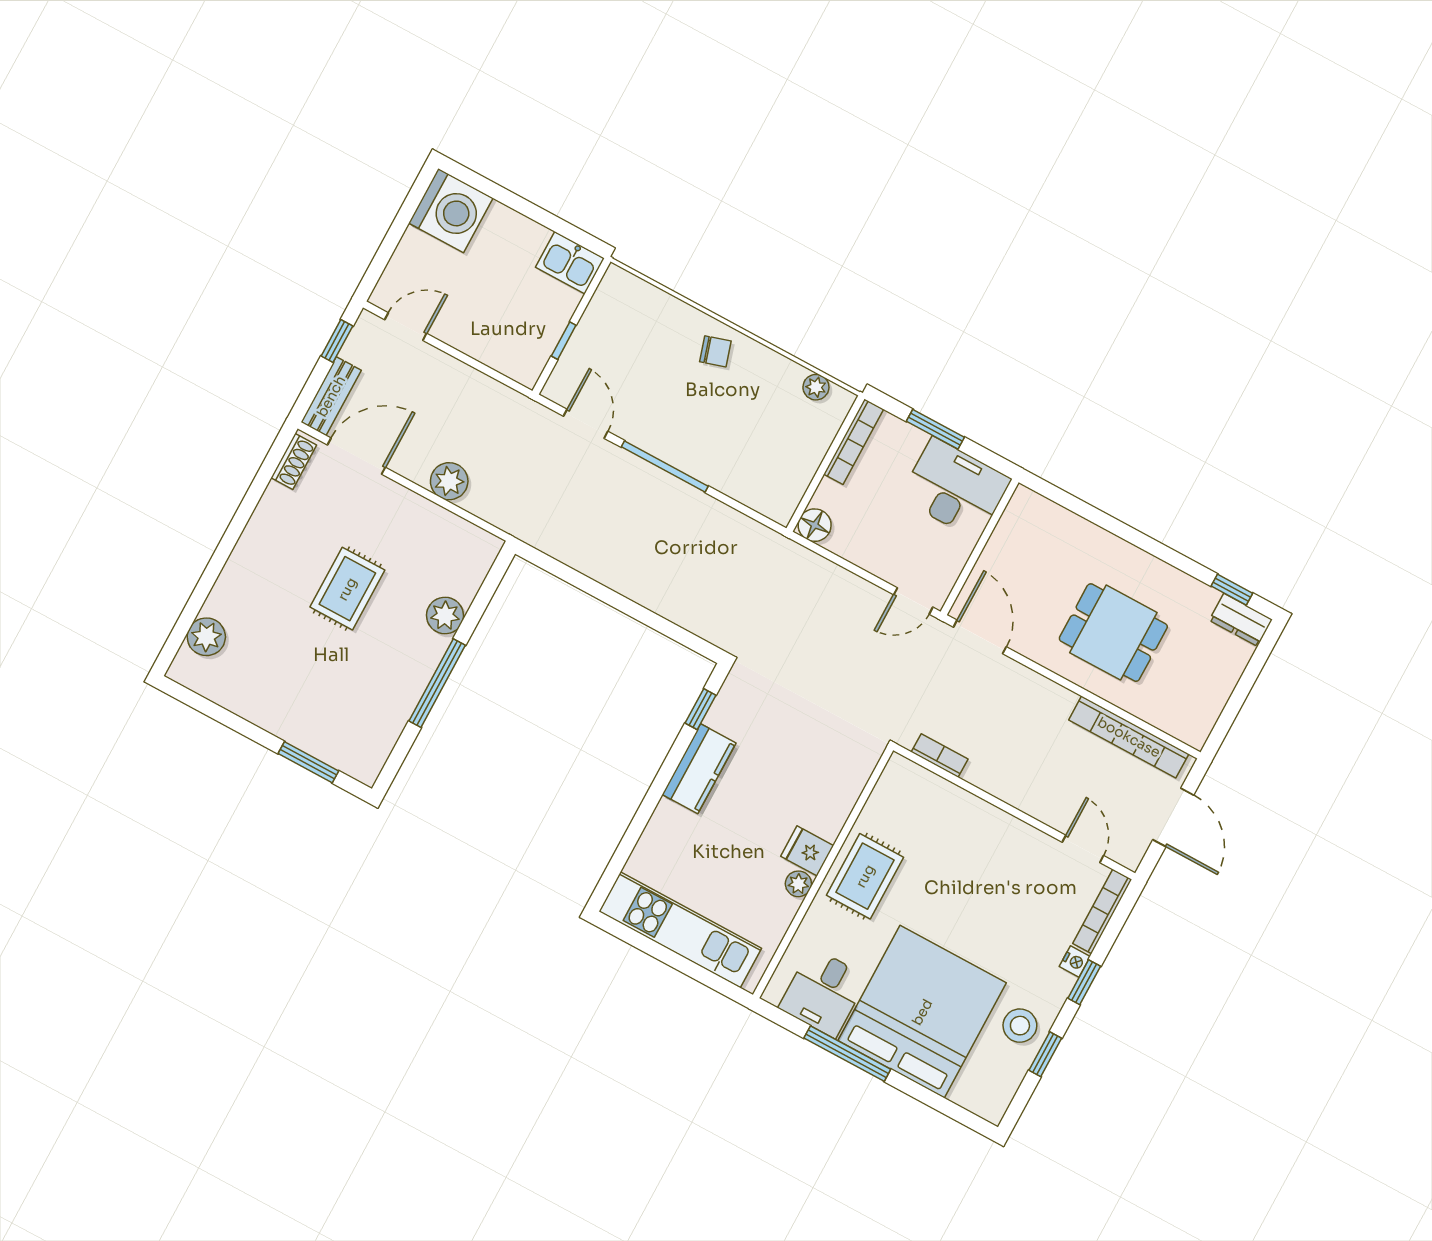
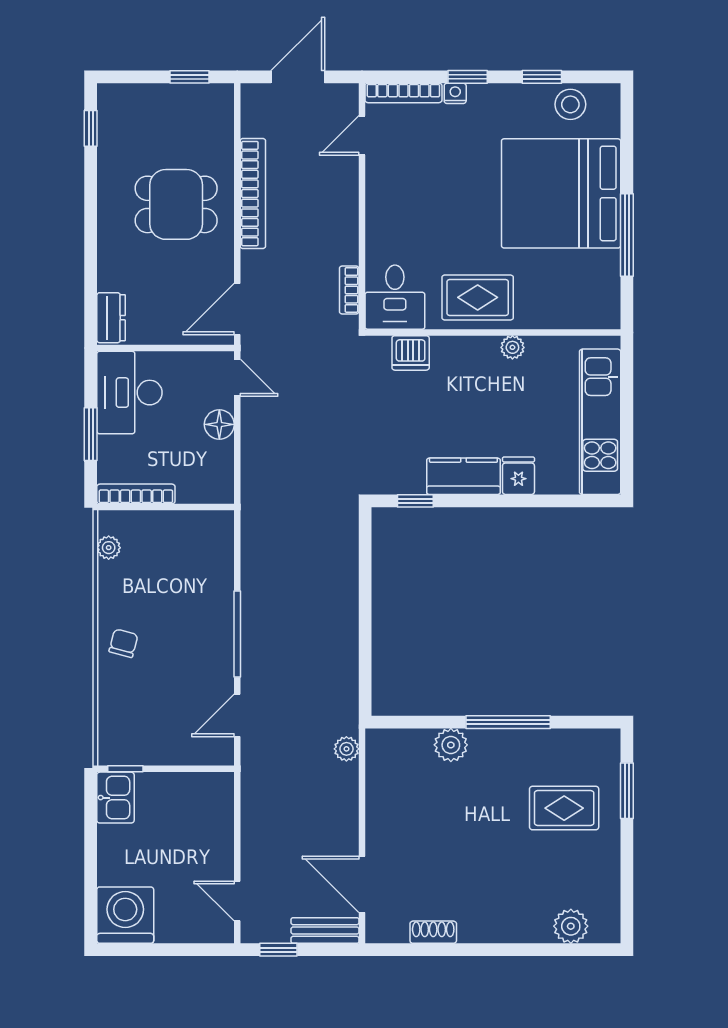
window: (564, 341) -> (125, 769), moved
chair: (715, 351) -> (123, 643), turned 32
shoe rack: (294, 461) -> (433, 932), moved
plant: (449, 481) -> (346, 749), moved, width x0.73, depth x0.73
floor lamp: (815, 525) -> (219, 424), moved
rug: (347, 589) -> (564, 808), moved
dresser: (1241, 620) -> (111, 318), moved
dining table: (1113, 633) -> (176, 204), turned 90
window: (1230, 712) -> (189, 77), added
bookcase: (1129, 737) -> (253, 194), moved
dishwasher: (846, 782) -> (411, 353), added
fridge: (807, 851) -> (518, 476), moved, turned 180
desk: (823, 993) -> (395, 297), moved, turned 90
stool: (1020, 1026) -> (570, 104), moved

